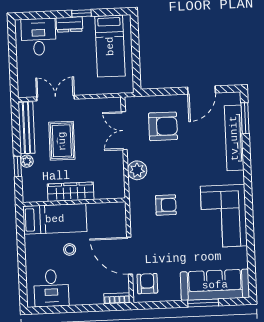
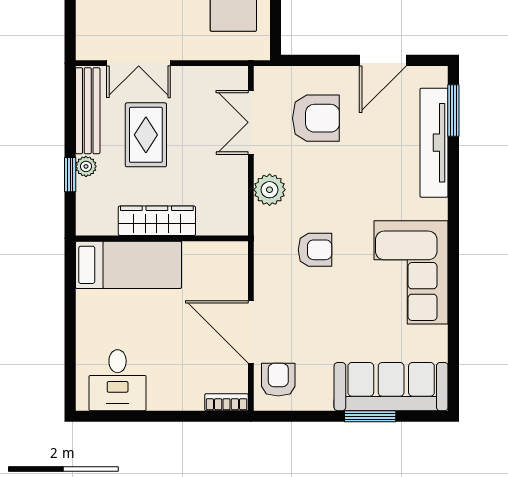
double door: (56, 98) -> (139, 63), swing flipped
stool: (70, 249) -> (151, 317), removed

